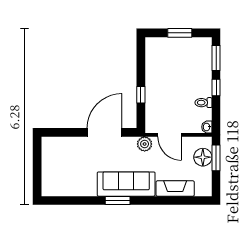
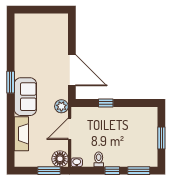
floor lamp: (203, 157) -> (60, 159), moved
sofa: (126, 184) -> (25, 97), width x0.73

